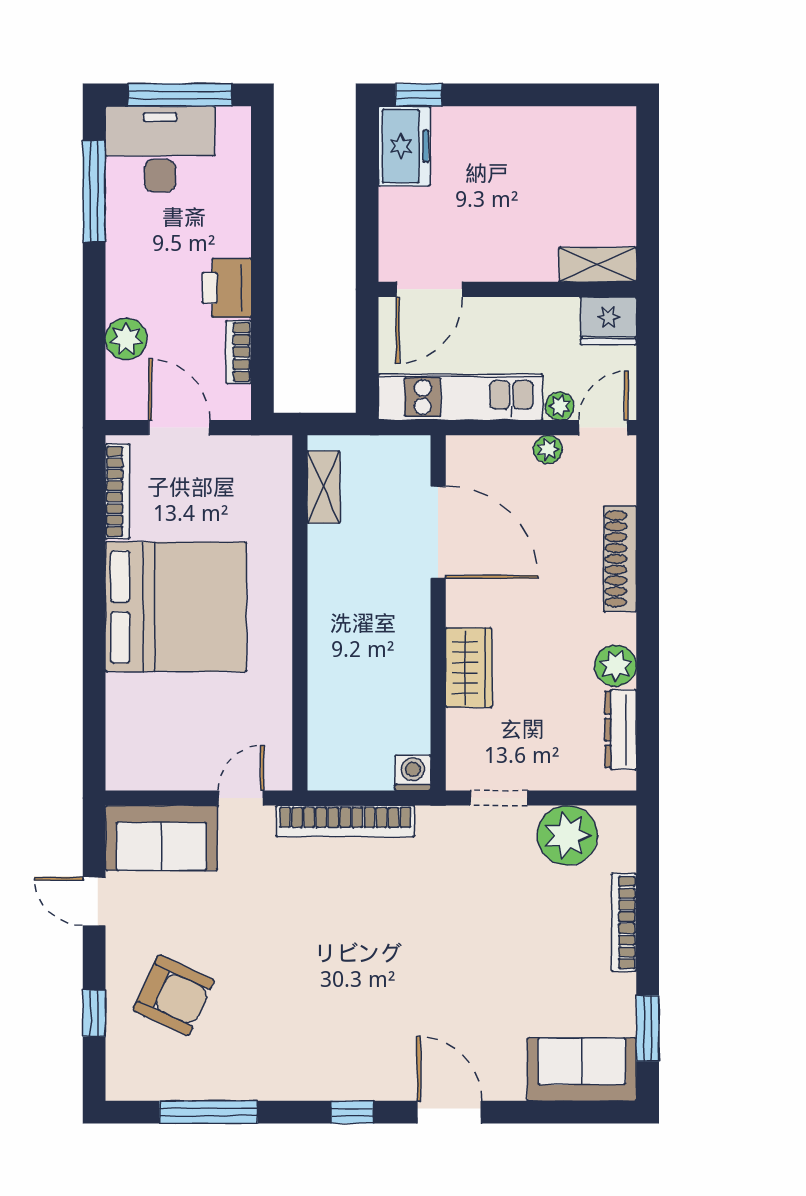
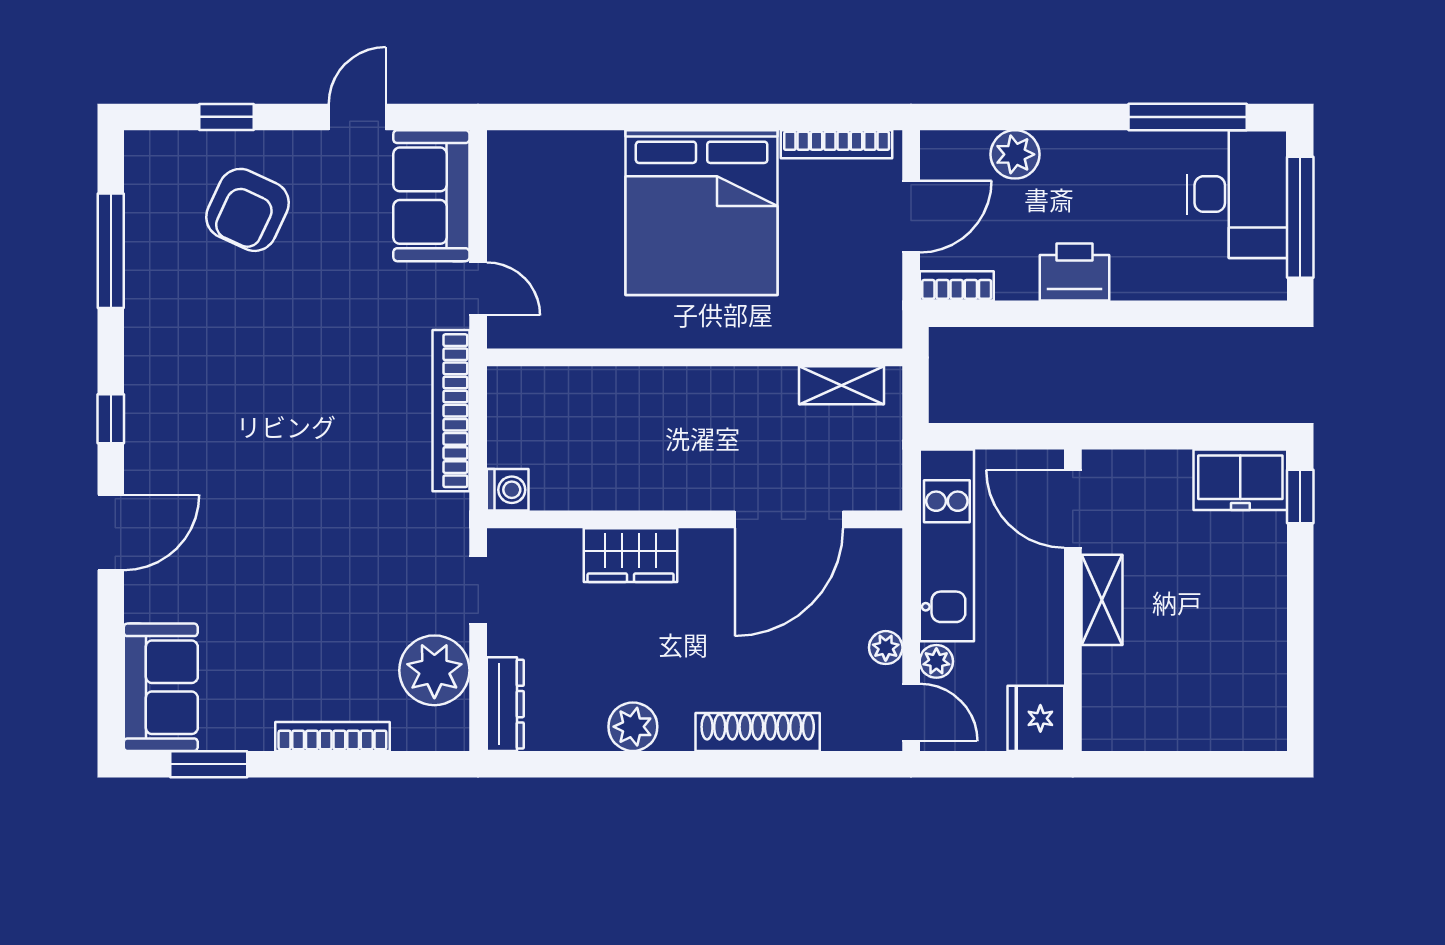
shelving: (598, 264) -> (1102, 600), moved
bookcase: (239, 352) -> (957, 286), moved
dresser: (621, 730) -> (505, 704), moved, turned 90

